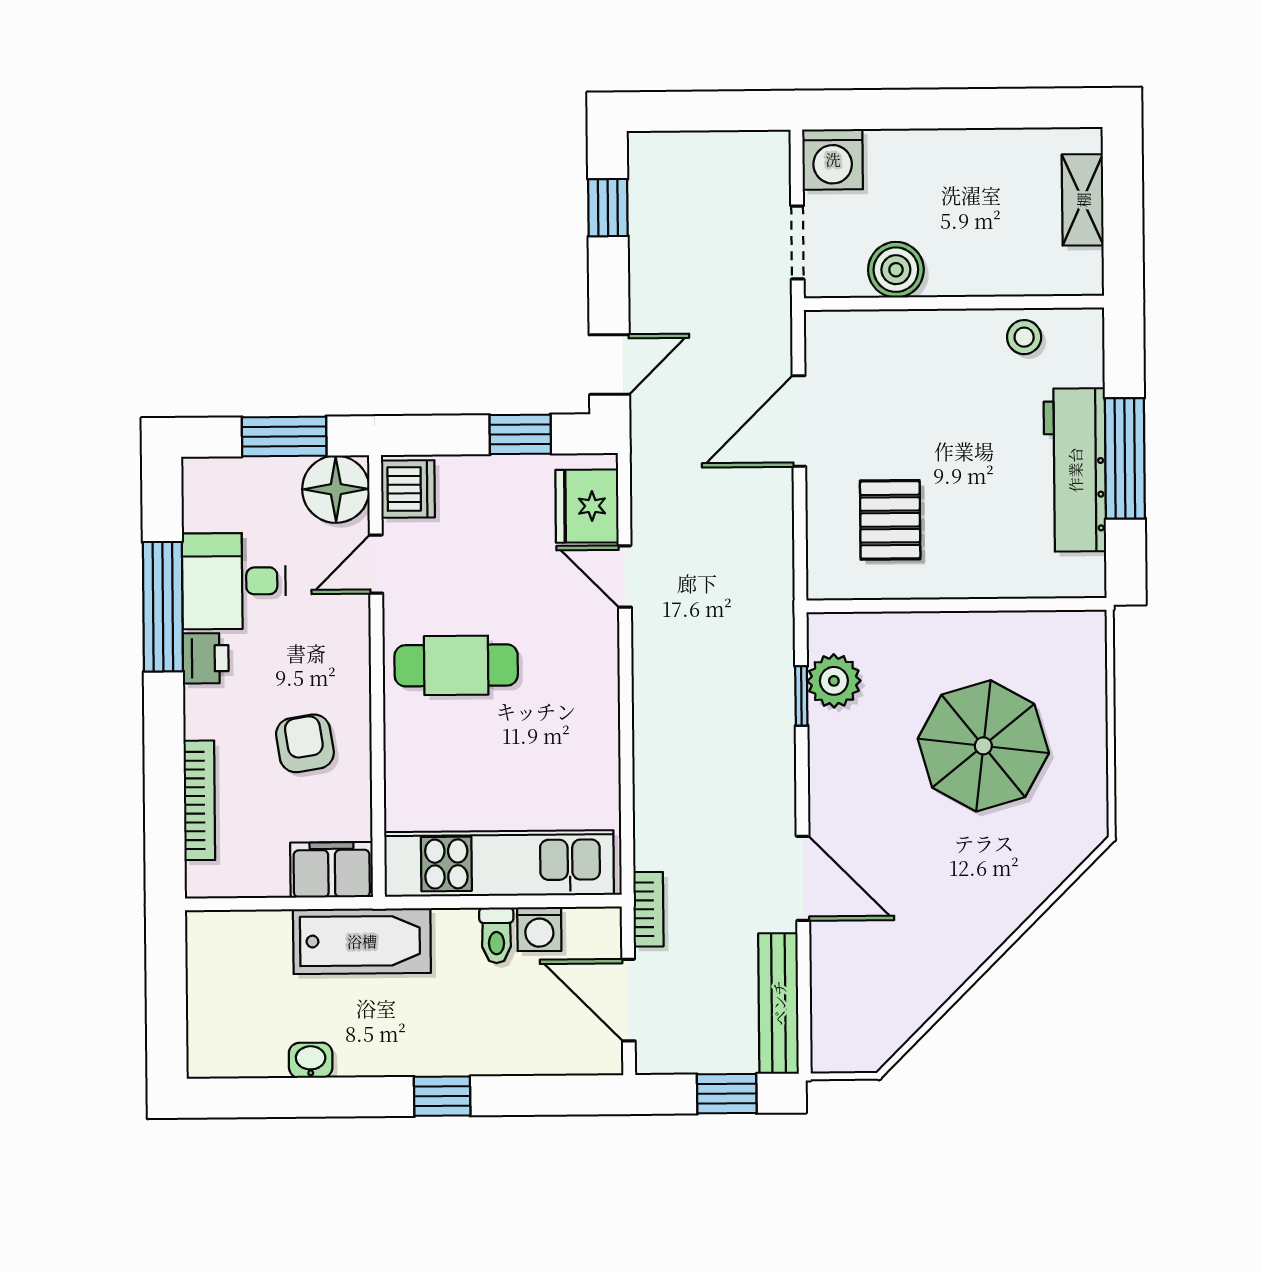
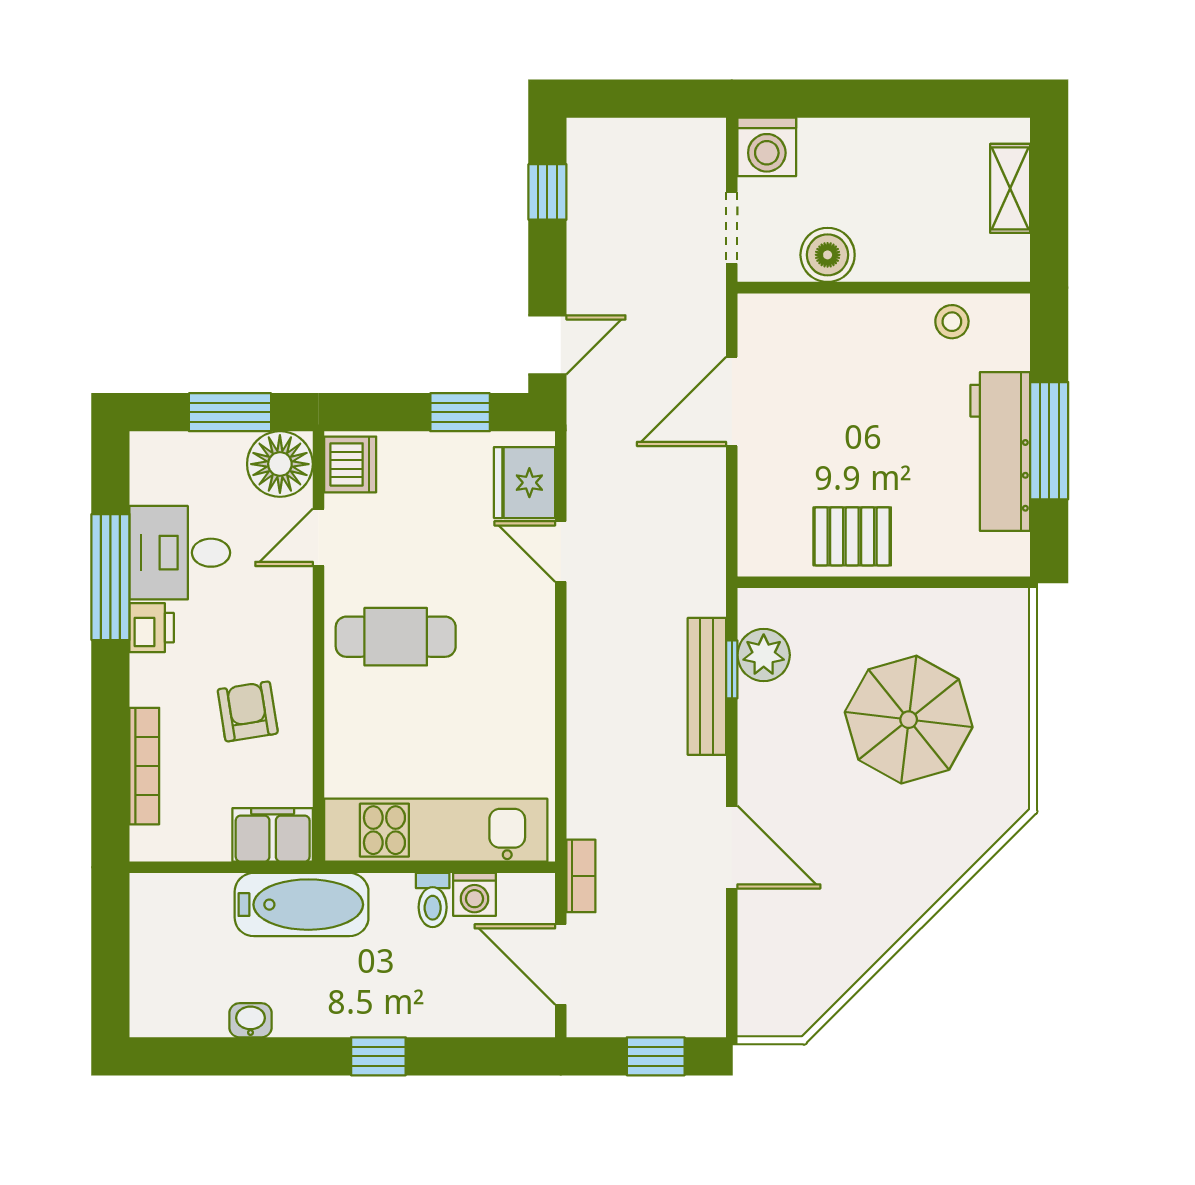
pallet: (890, 520) -> (852, 536), moved, turned 90
bench: (779, 1003) -> (707, 686), moved

